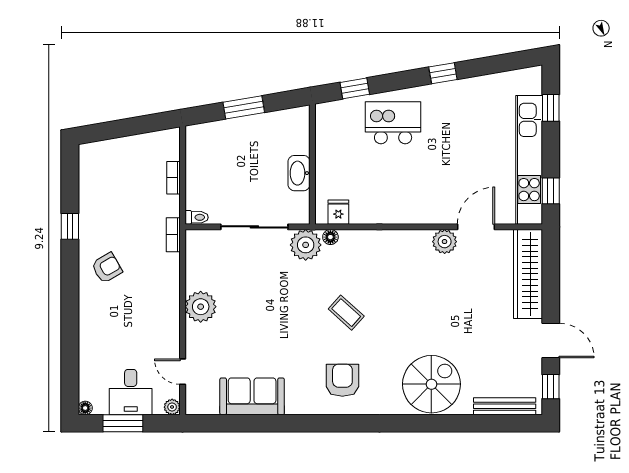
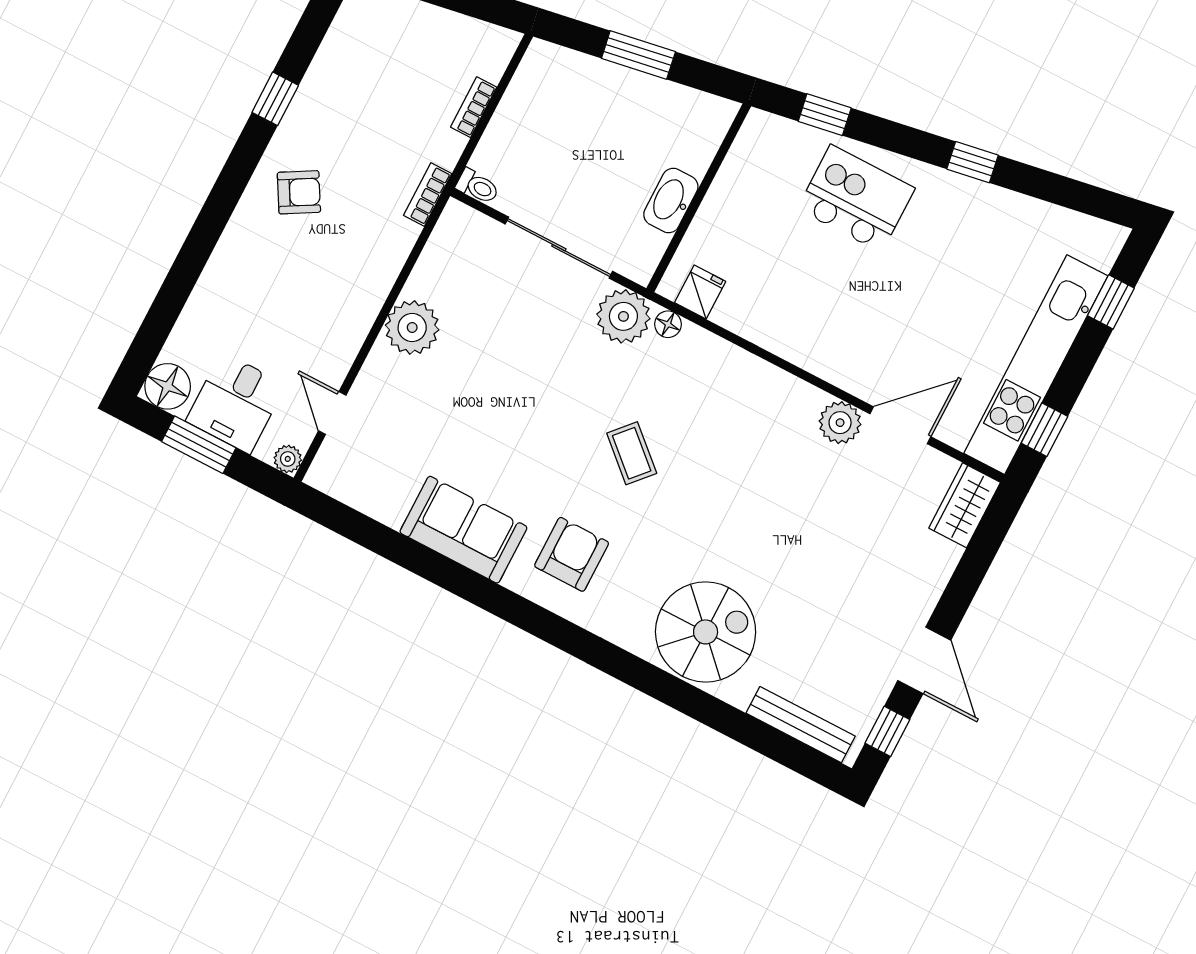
wardrobe: (528, 274) -> (965, 505), width x0.48, depth x0.85
sofa: (252, 396) -> (463, 530), moved
floor lamp: (85, 408) -> (168, 386), width x1.89, depth x1.89

